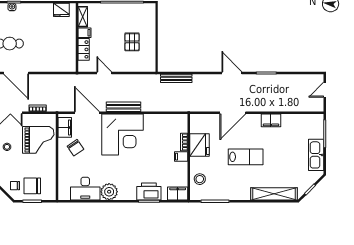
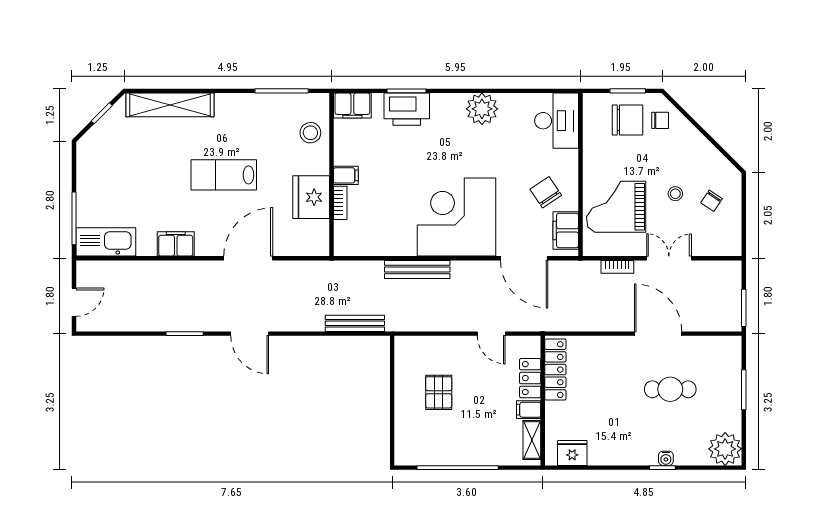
locker: (70, 54) -> (555, 370), added
bench: (124, 107) -> (417, 270), moved
kitchen sink: (316, 155) -> (106, 242), moved, turned -90
desk: (85, 189) -> (557, 121), moved, turned 90

